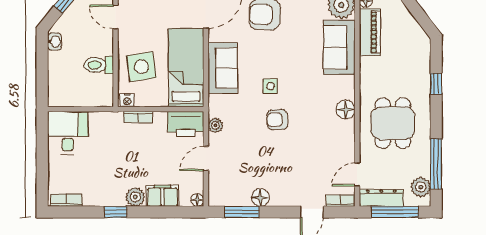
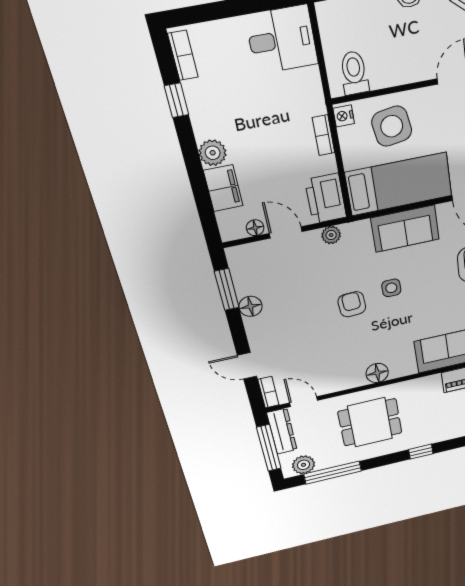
toilet: (99, 65) -> (354, 73), moved
floor lamp: (197, 200) -> (255, 228), moved
window: (116, 212) -> (176, 100), moved

